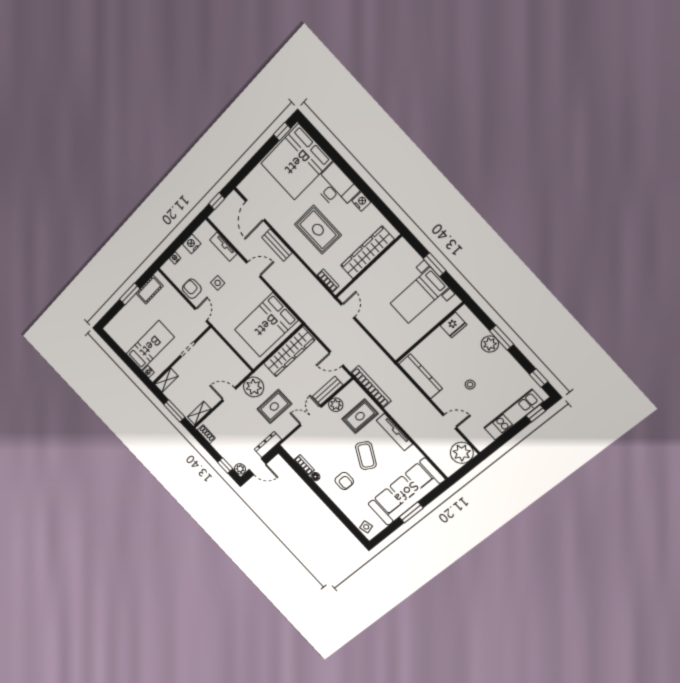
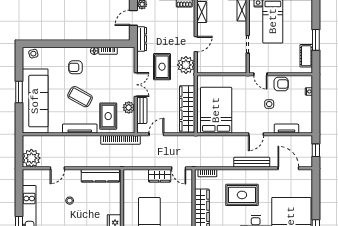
nightstand: (192, 244) -> (307, 110), removed
bench: (277, 245) -> (252, 162), width x1.36
wardrobe: (371, 322) -> (160, 176), added

